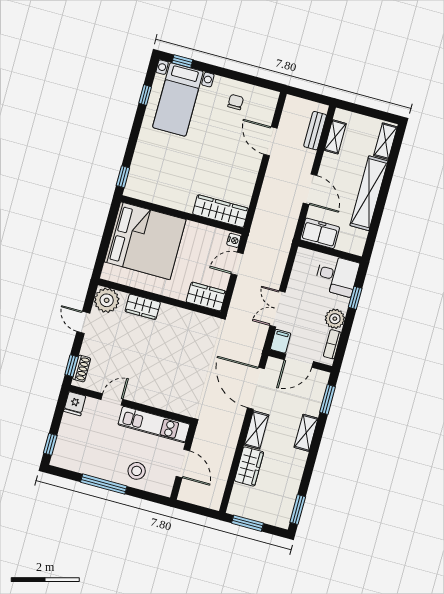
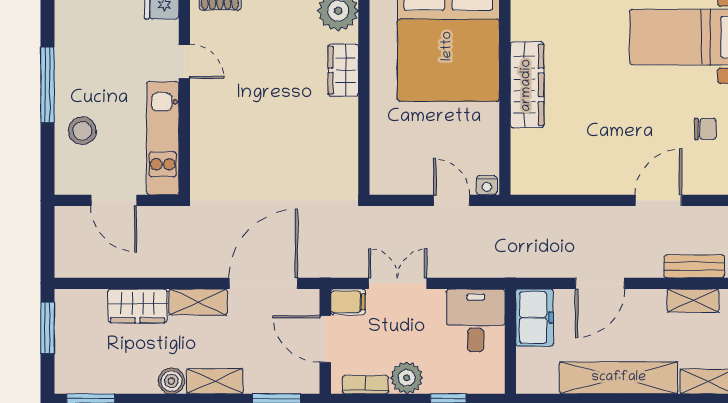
wardrobe: (221, 211) -> (527, 85), moved
desk: (337, 275) -> (476, 320), moved, turned 180
wardrobe: (206, 297) -> (387, 166), removed
boiler: (299, 458) -> (171, 381), added
door: (183, 463) -> (114, 200), hinge flipped

